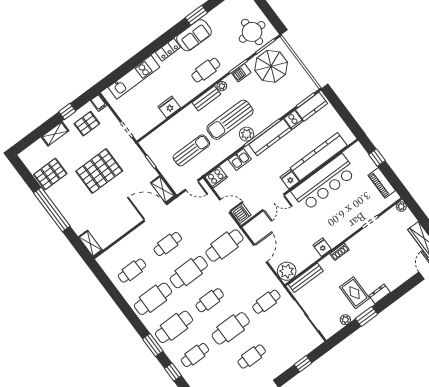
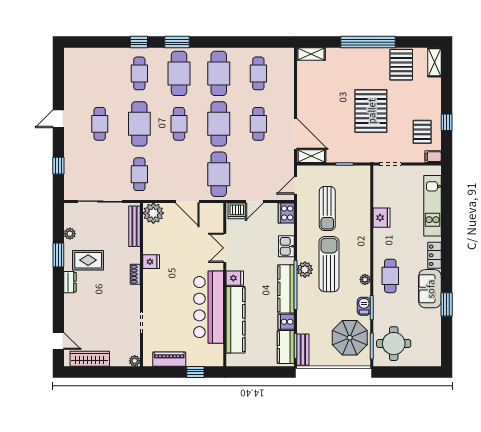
bench: (206, 98) -> (303, 350), moved
shelving: (55, 134) -> (434, 62), moved
door: (155, 212) -> (295, 134), hinge flipped

